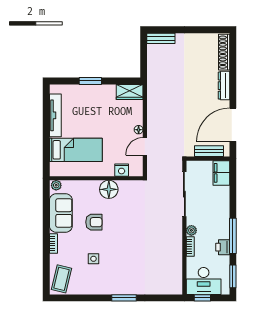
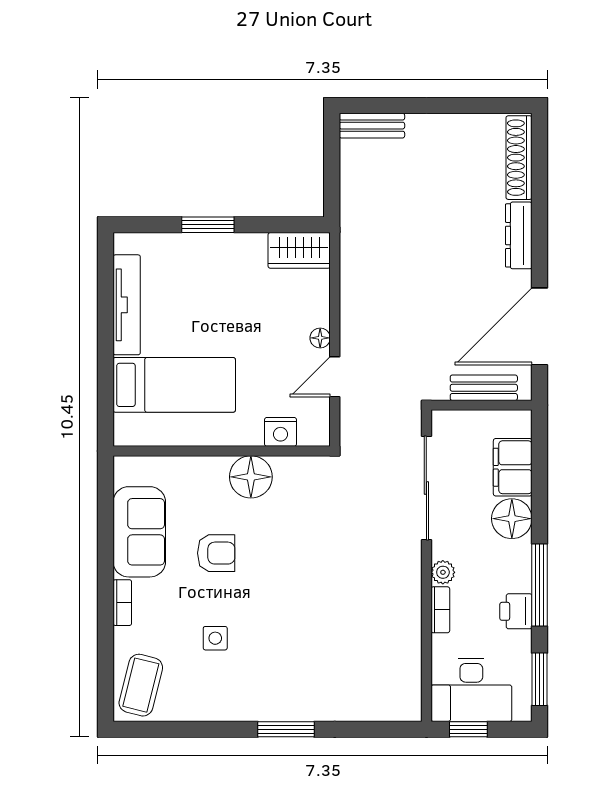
filing cabinet: (221, 173) -> (513, 467), moved
plant: (56, 185) -> (129, 467), removed
floor lamp: (221, 207) -> (512, 519), added

